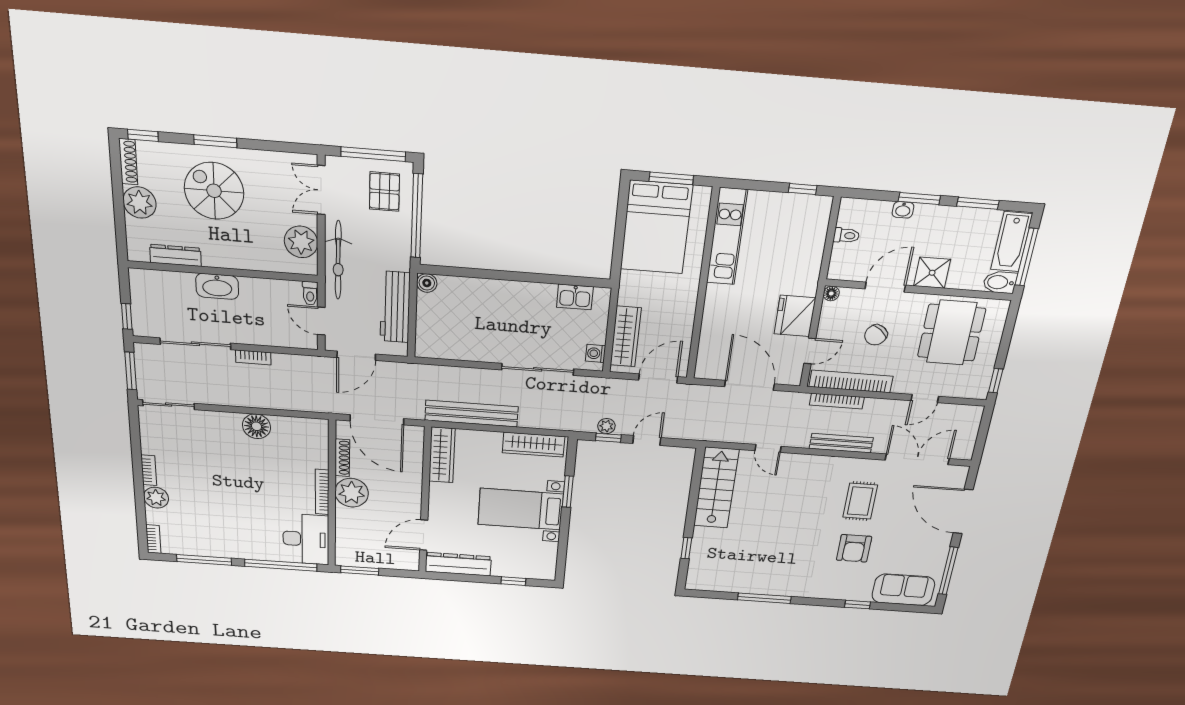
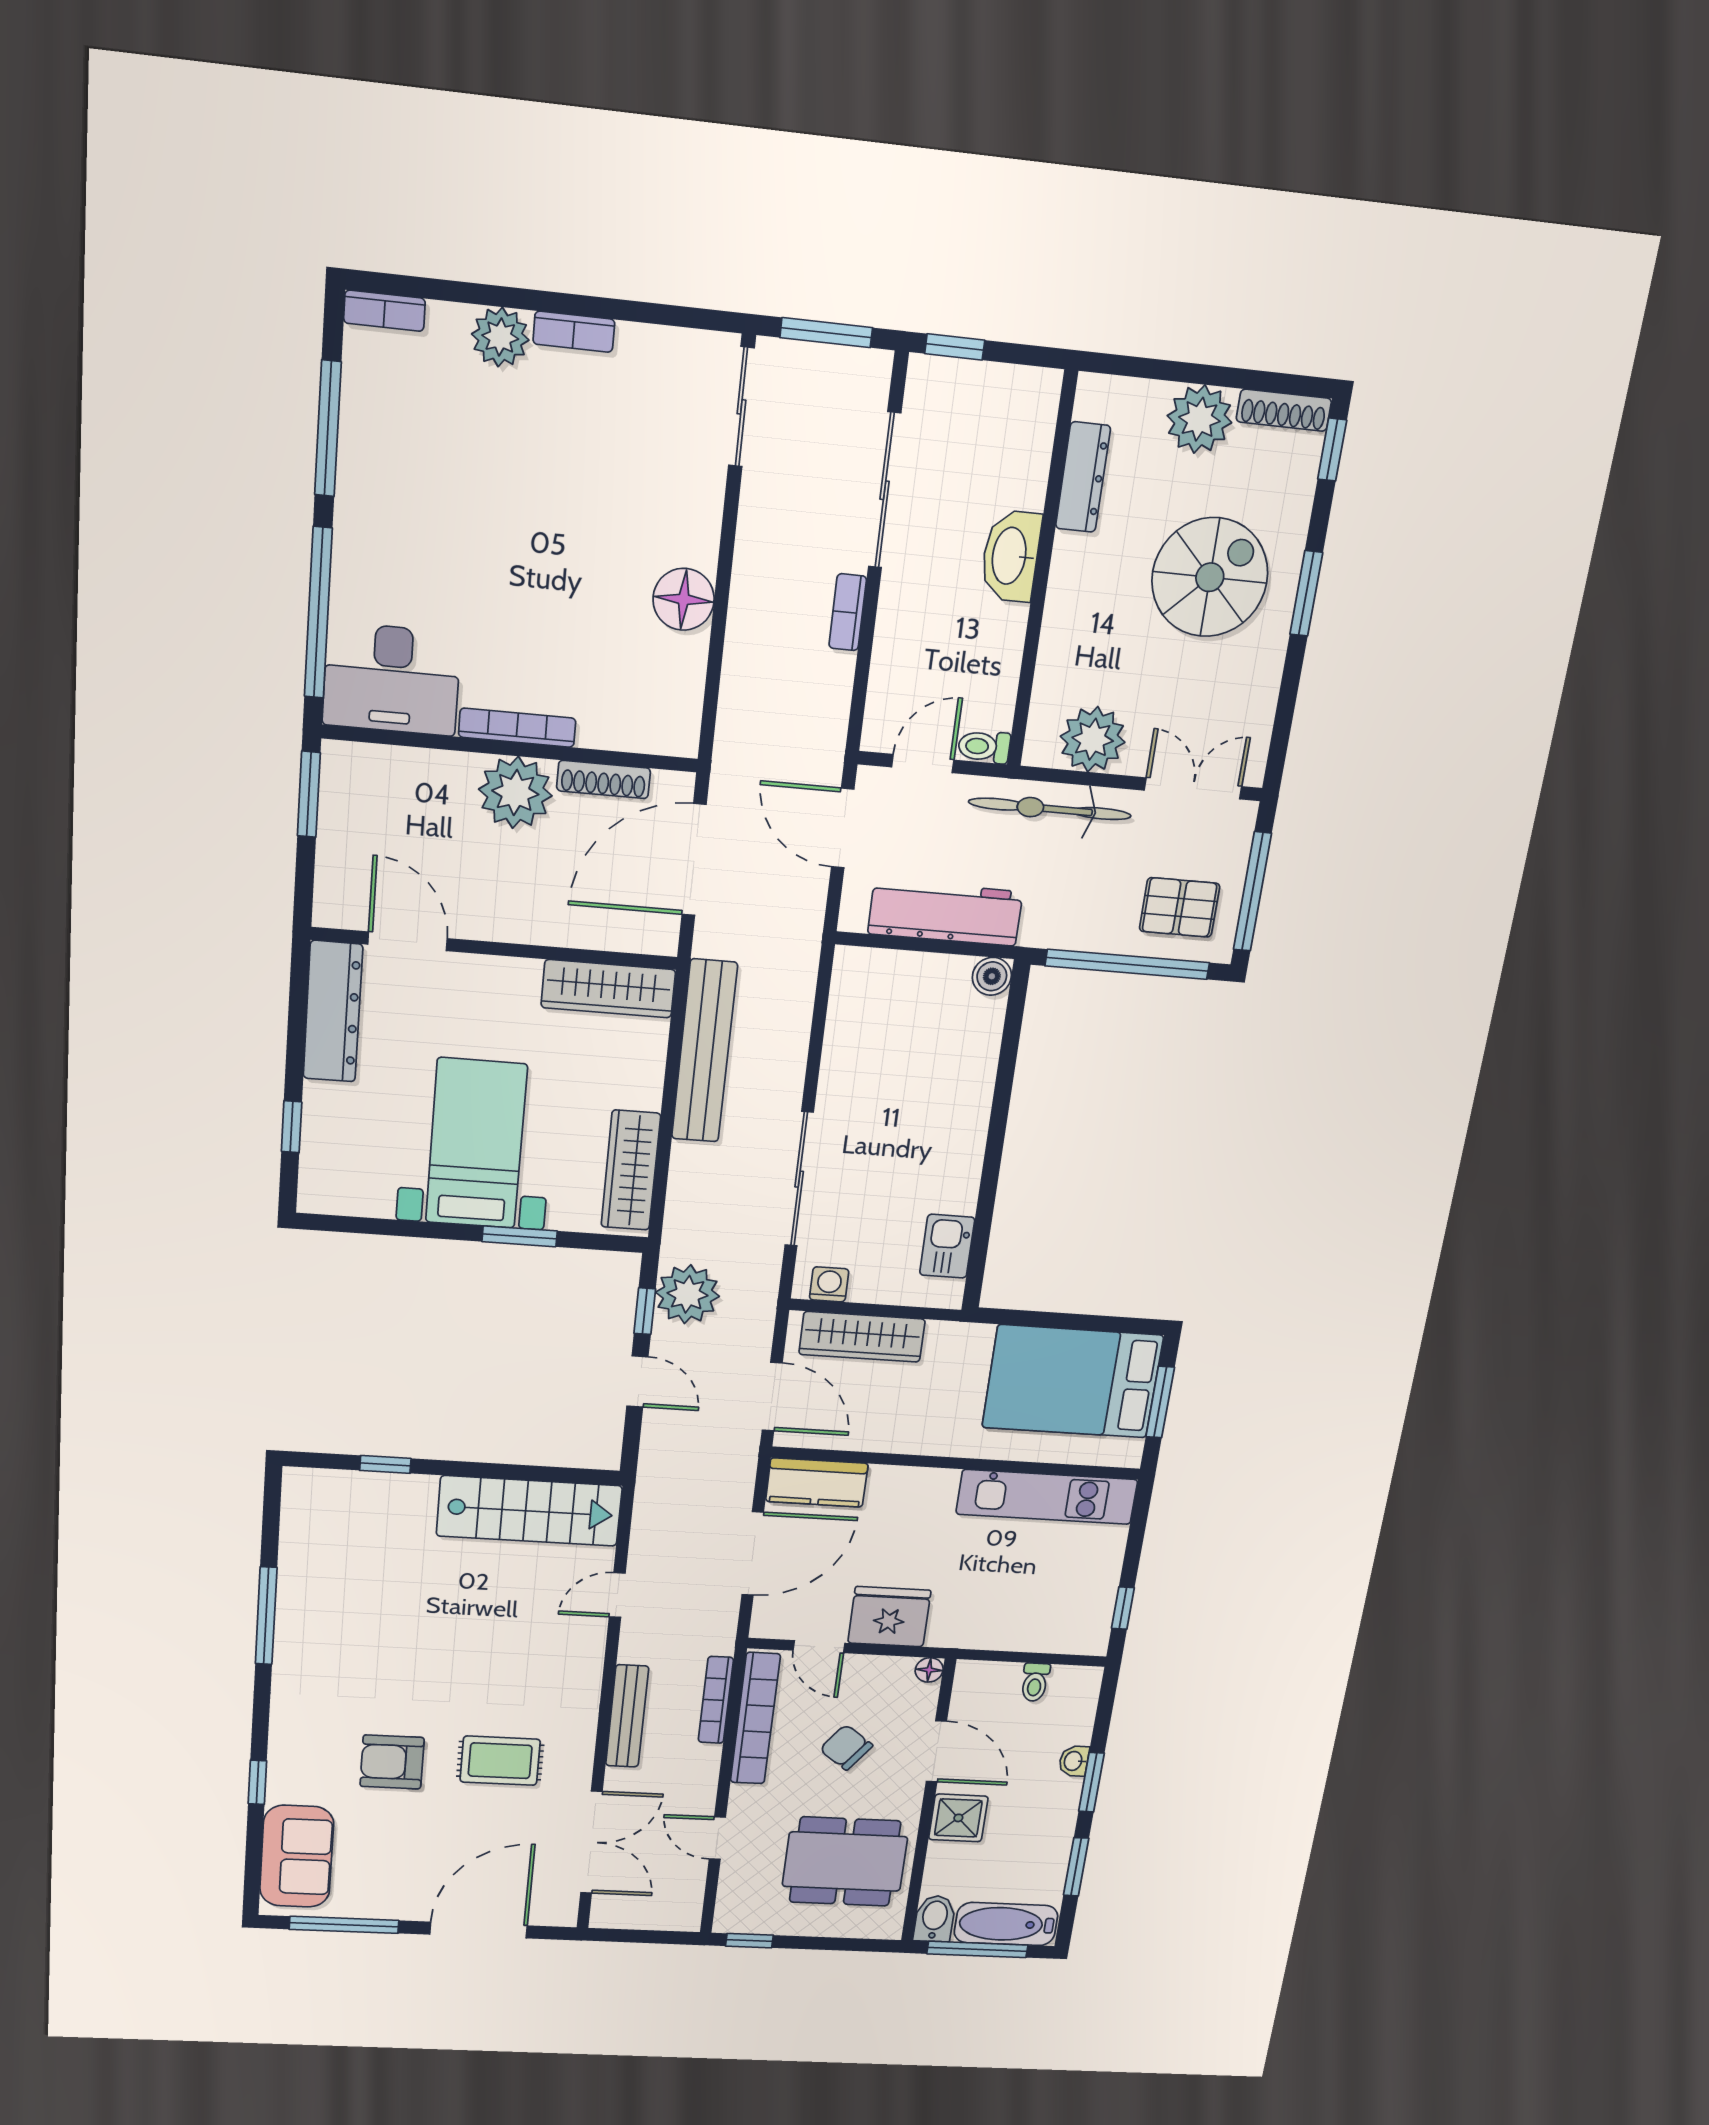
kitchen counter: (710, 355) -> (817, 1482), added
plant: (606, 426) -> (688, 1294), width x1.87, depth x1.87

